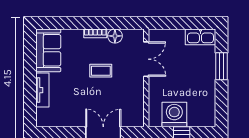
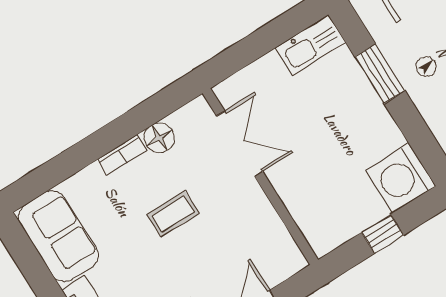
washing machine: (174, 114) -> (401, 178), moved, turned -90

